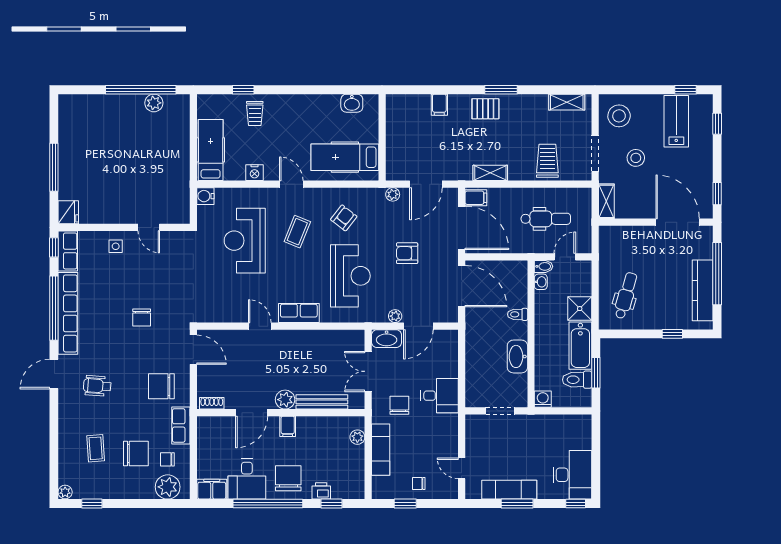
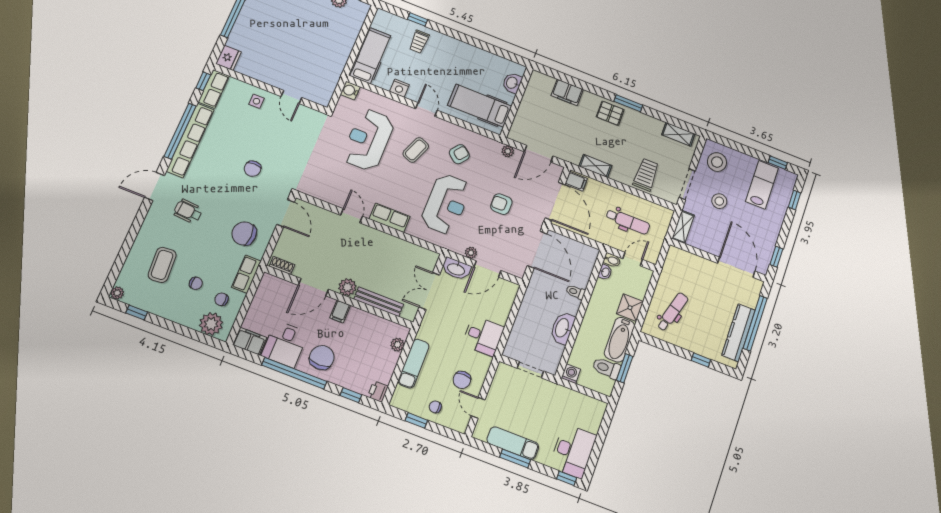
washbasin: (352, 103) -> (512, 83), moved, turned 90
filing cabinet: (439, 105) -> (567, 92), width x2.00
chair: (399, 405) -> (462, 380), moved, turned 180
coffee table: (96, 448) -> (162, 265), width x1.36, depth x1.30
chair: (136, 454) -> (196, 283), width x0.54, depth x0.54
printer: (321, 491) -> (378, 392), moved, turned -90

